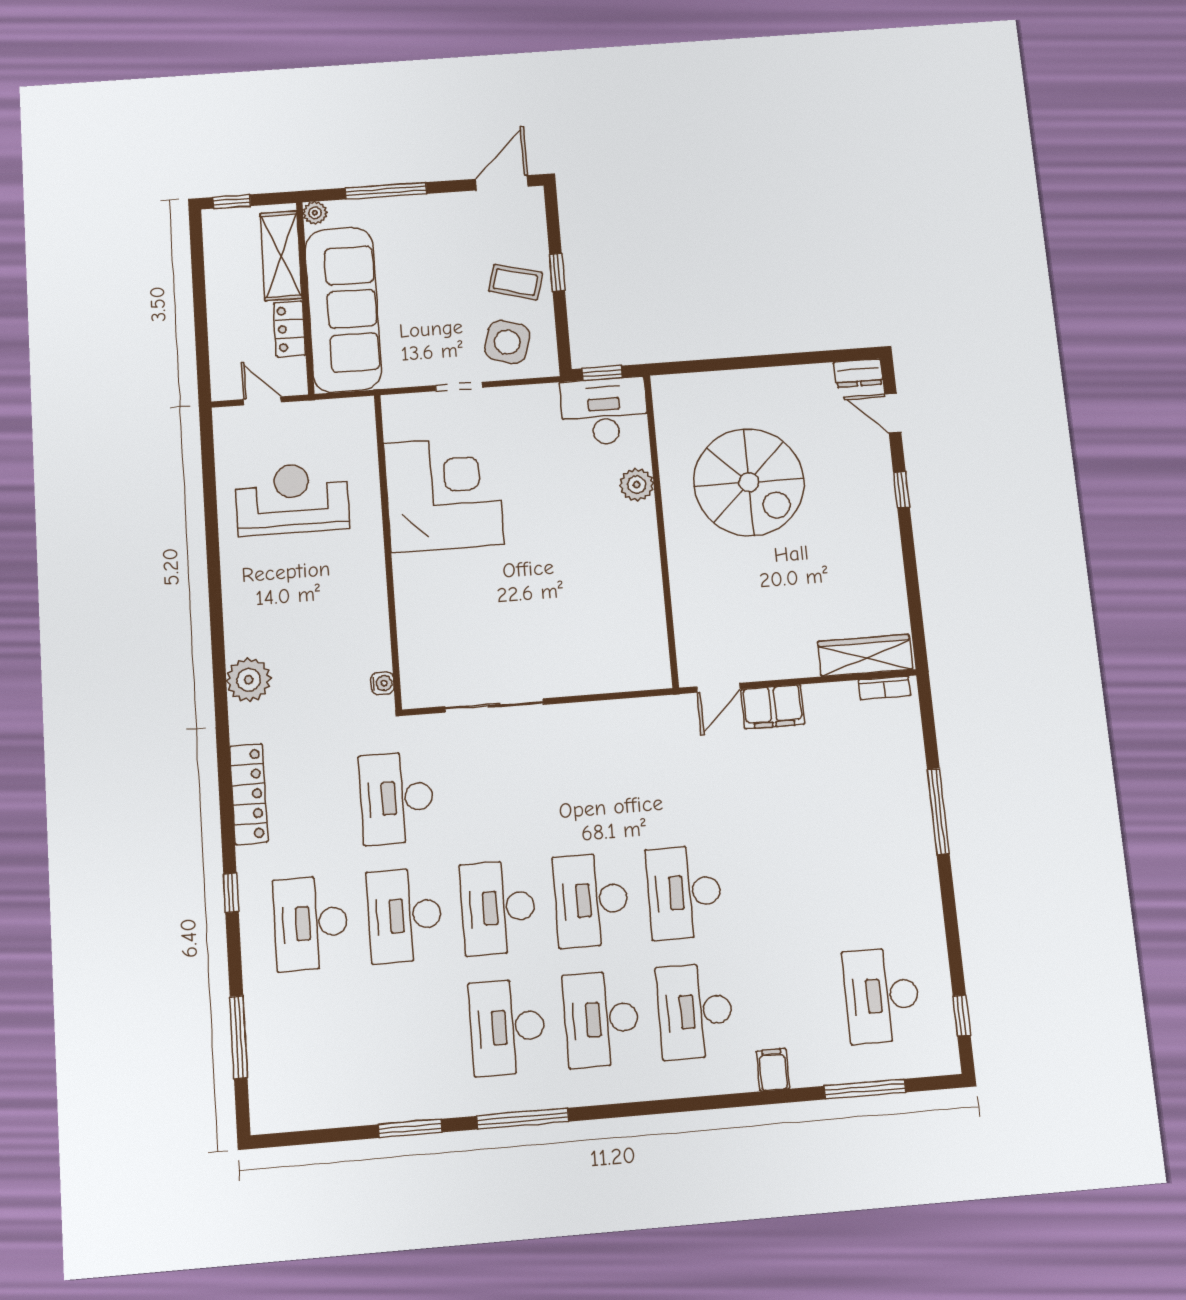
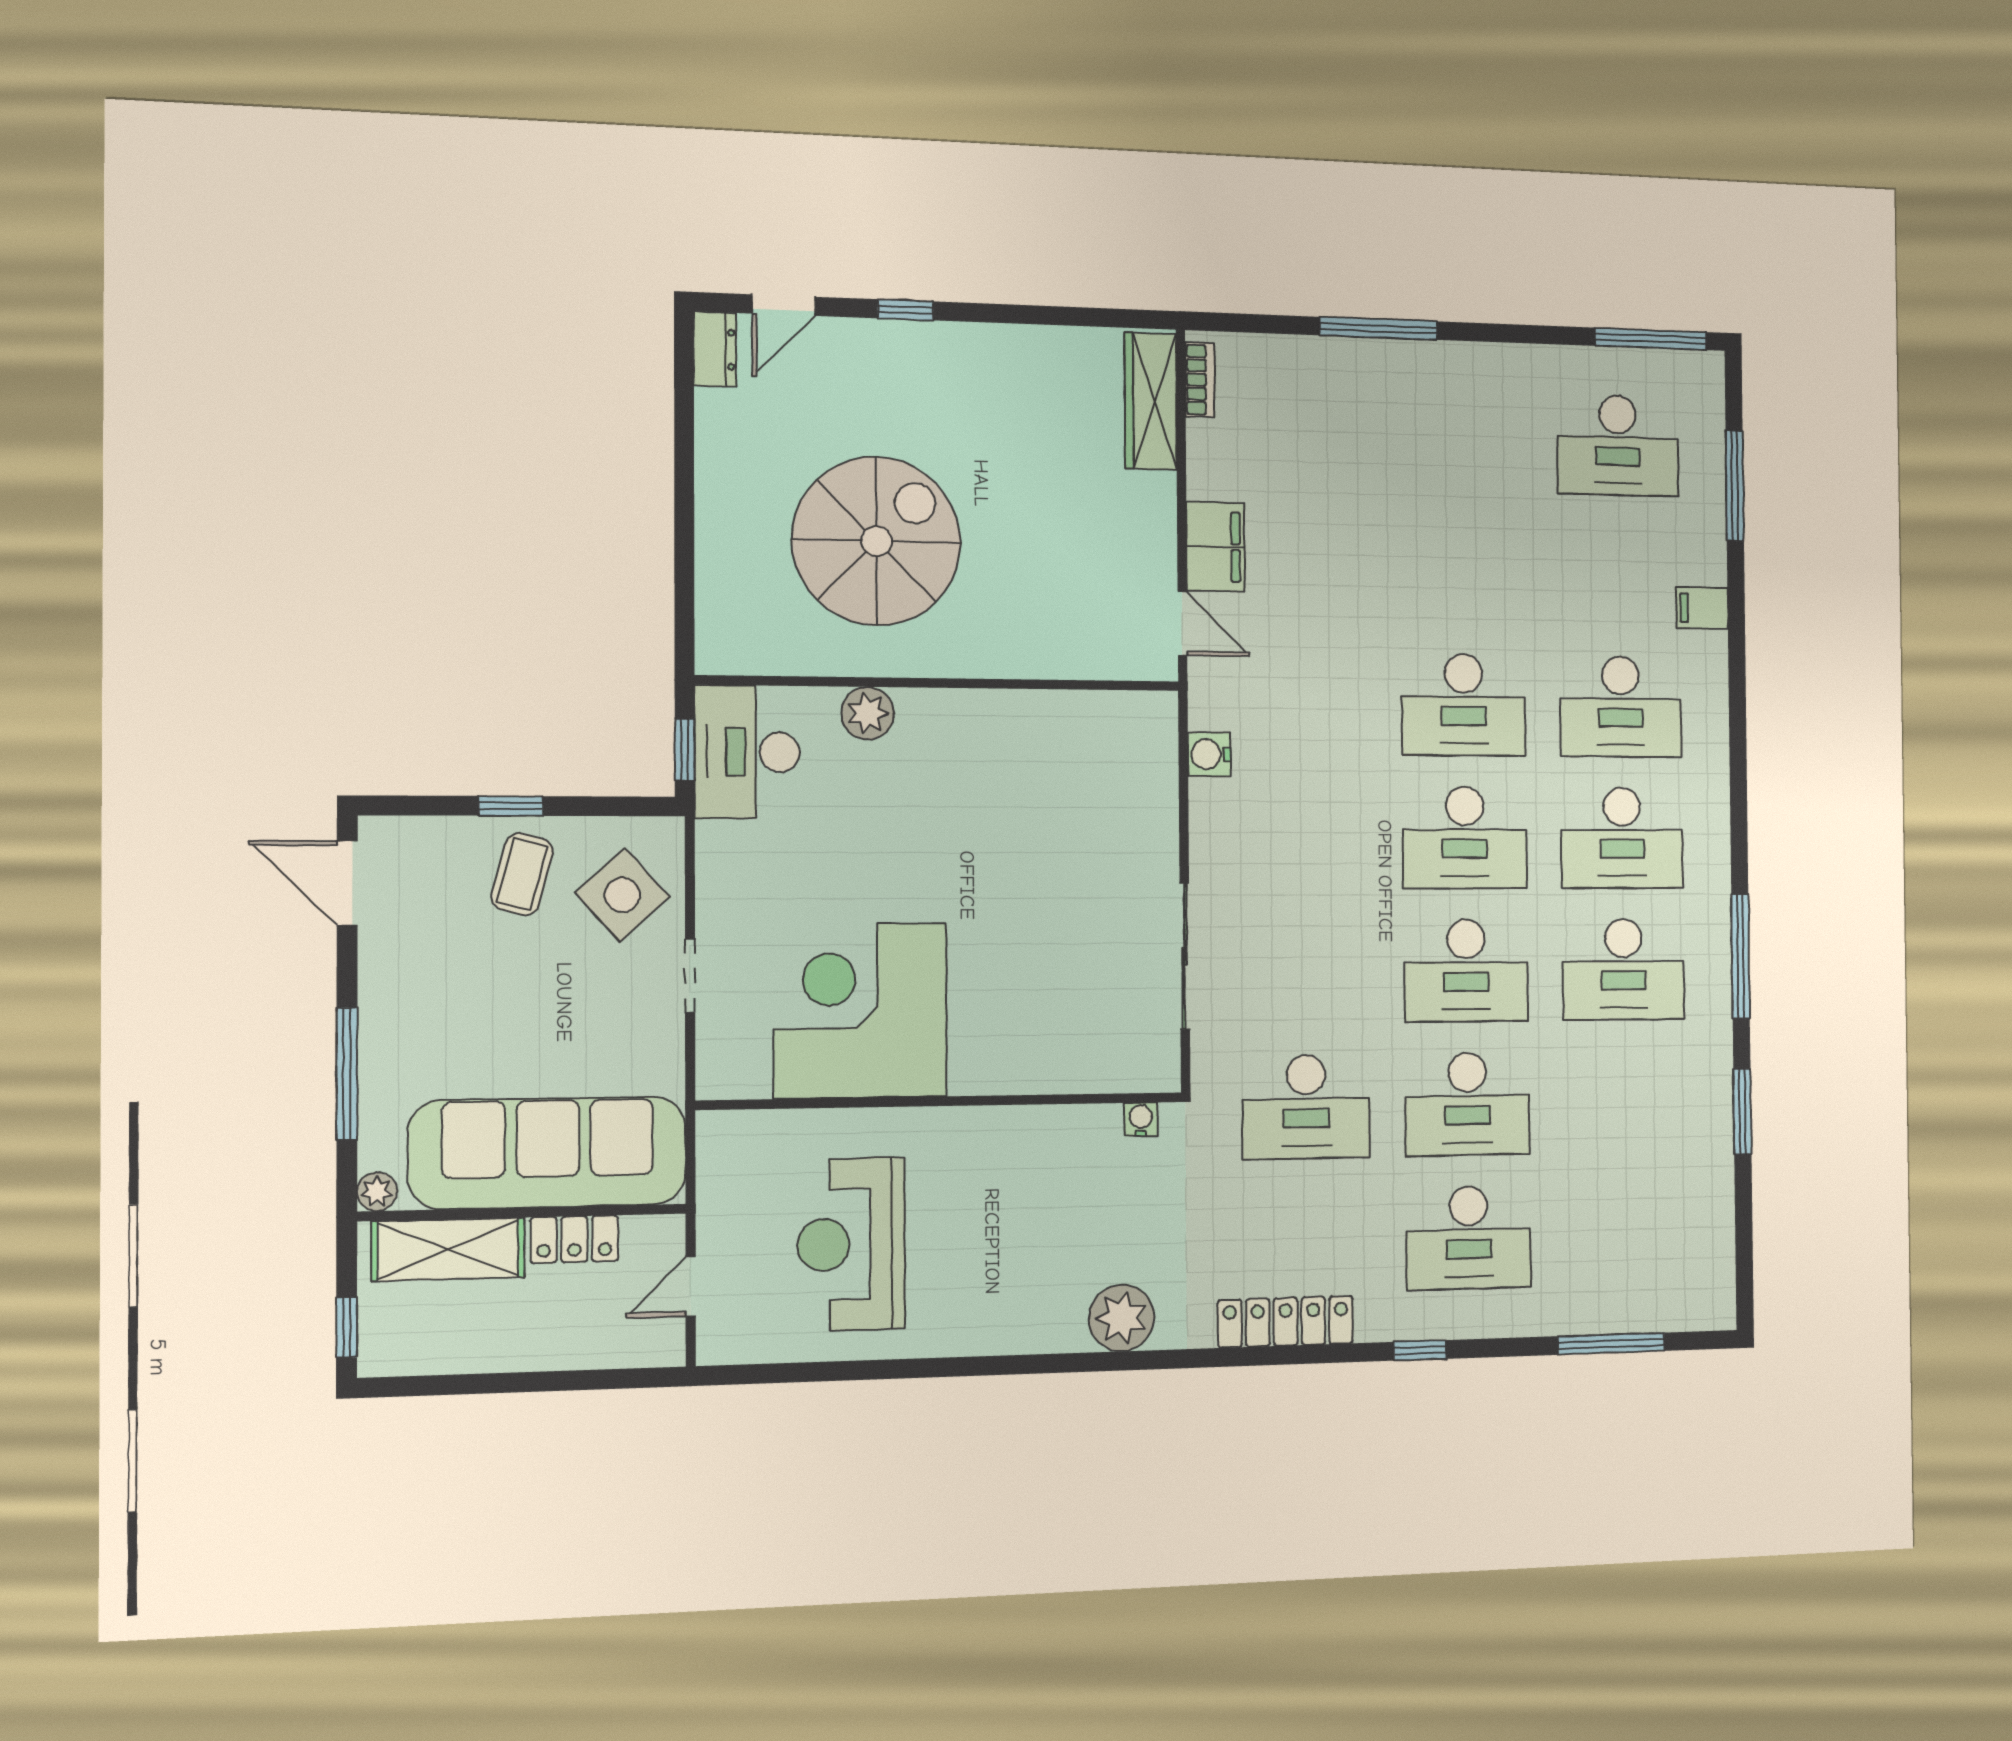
side table: (507, 342) -> (622, 895), turned 32
water cooler: (632, 713) -> (1209, 754), added
window: (962, 1015) -> (1651, 339), width x2.17

